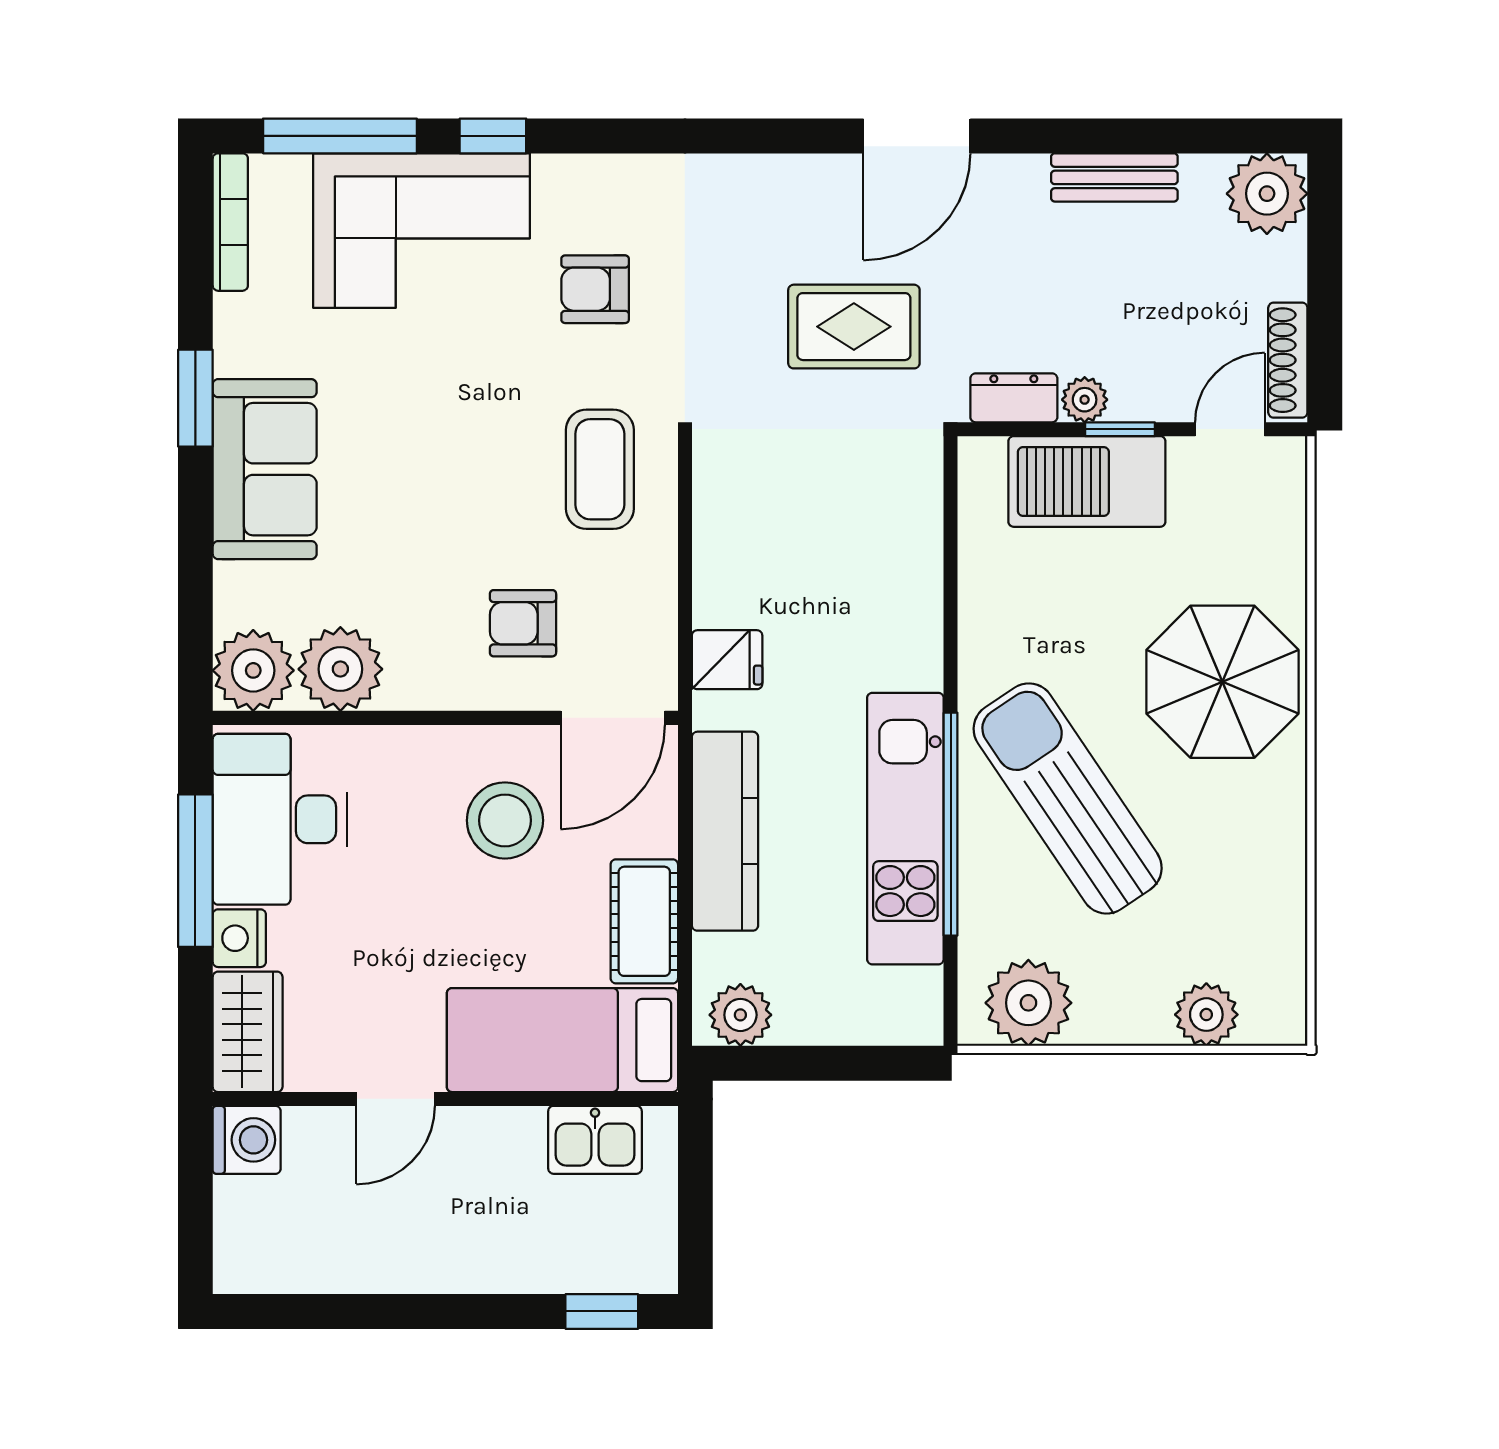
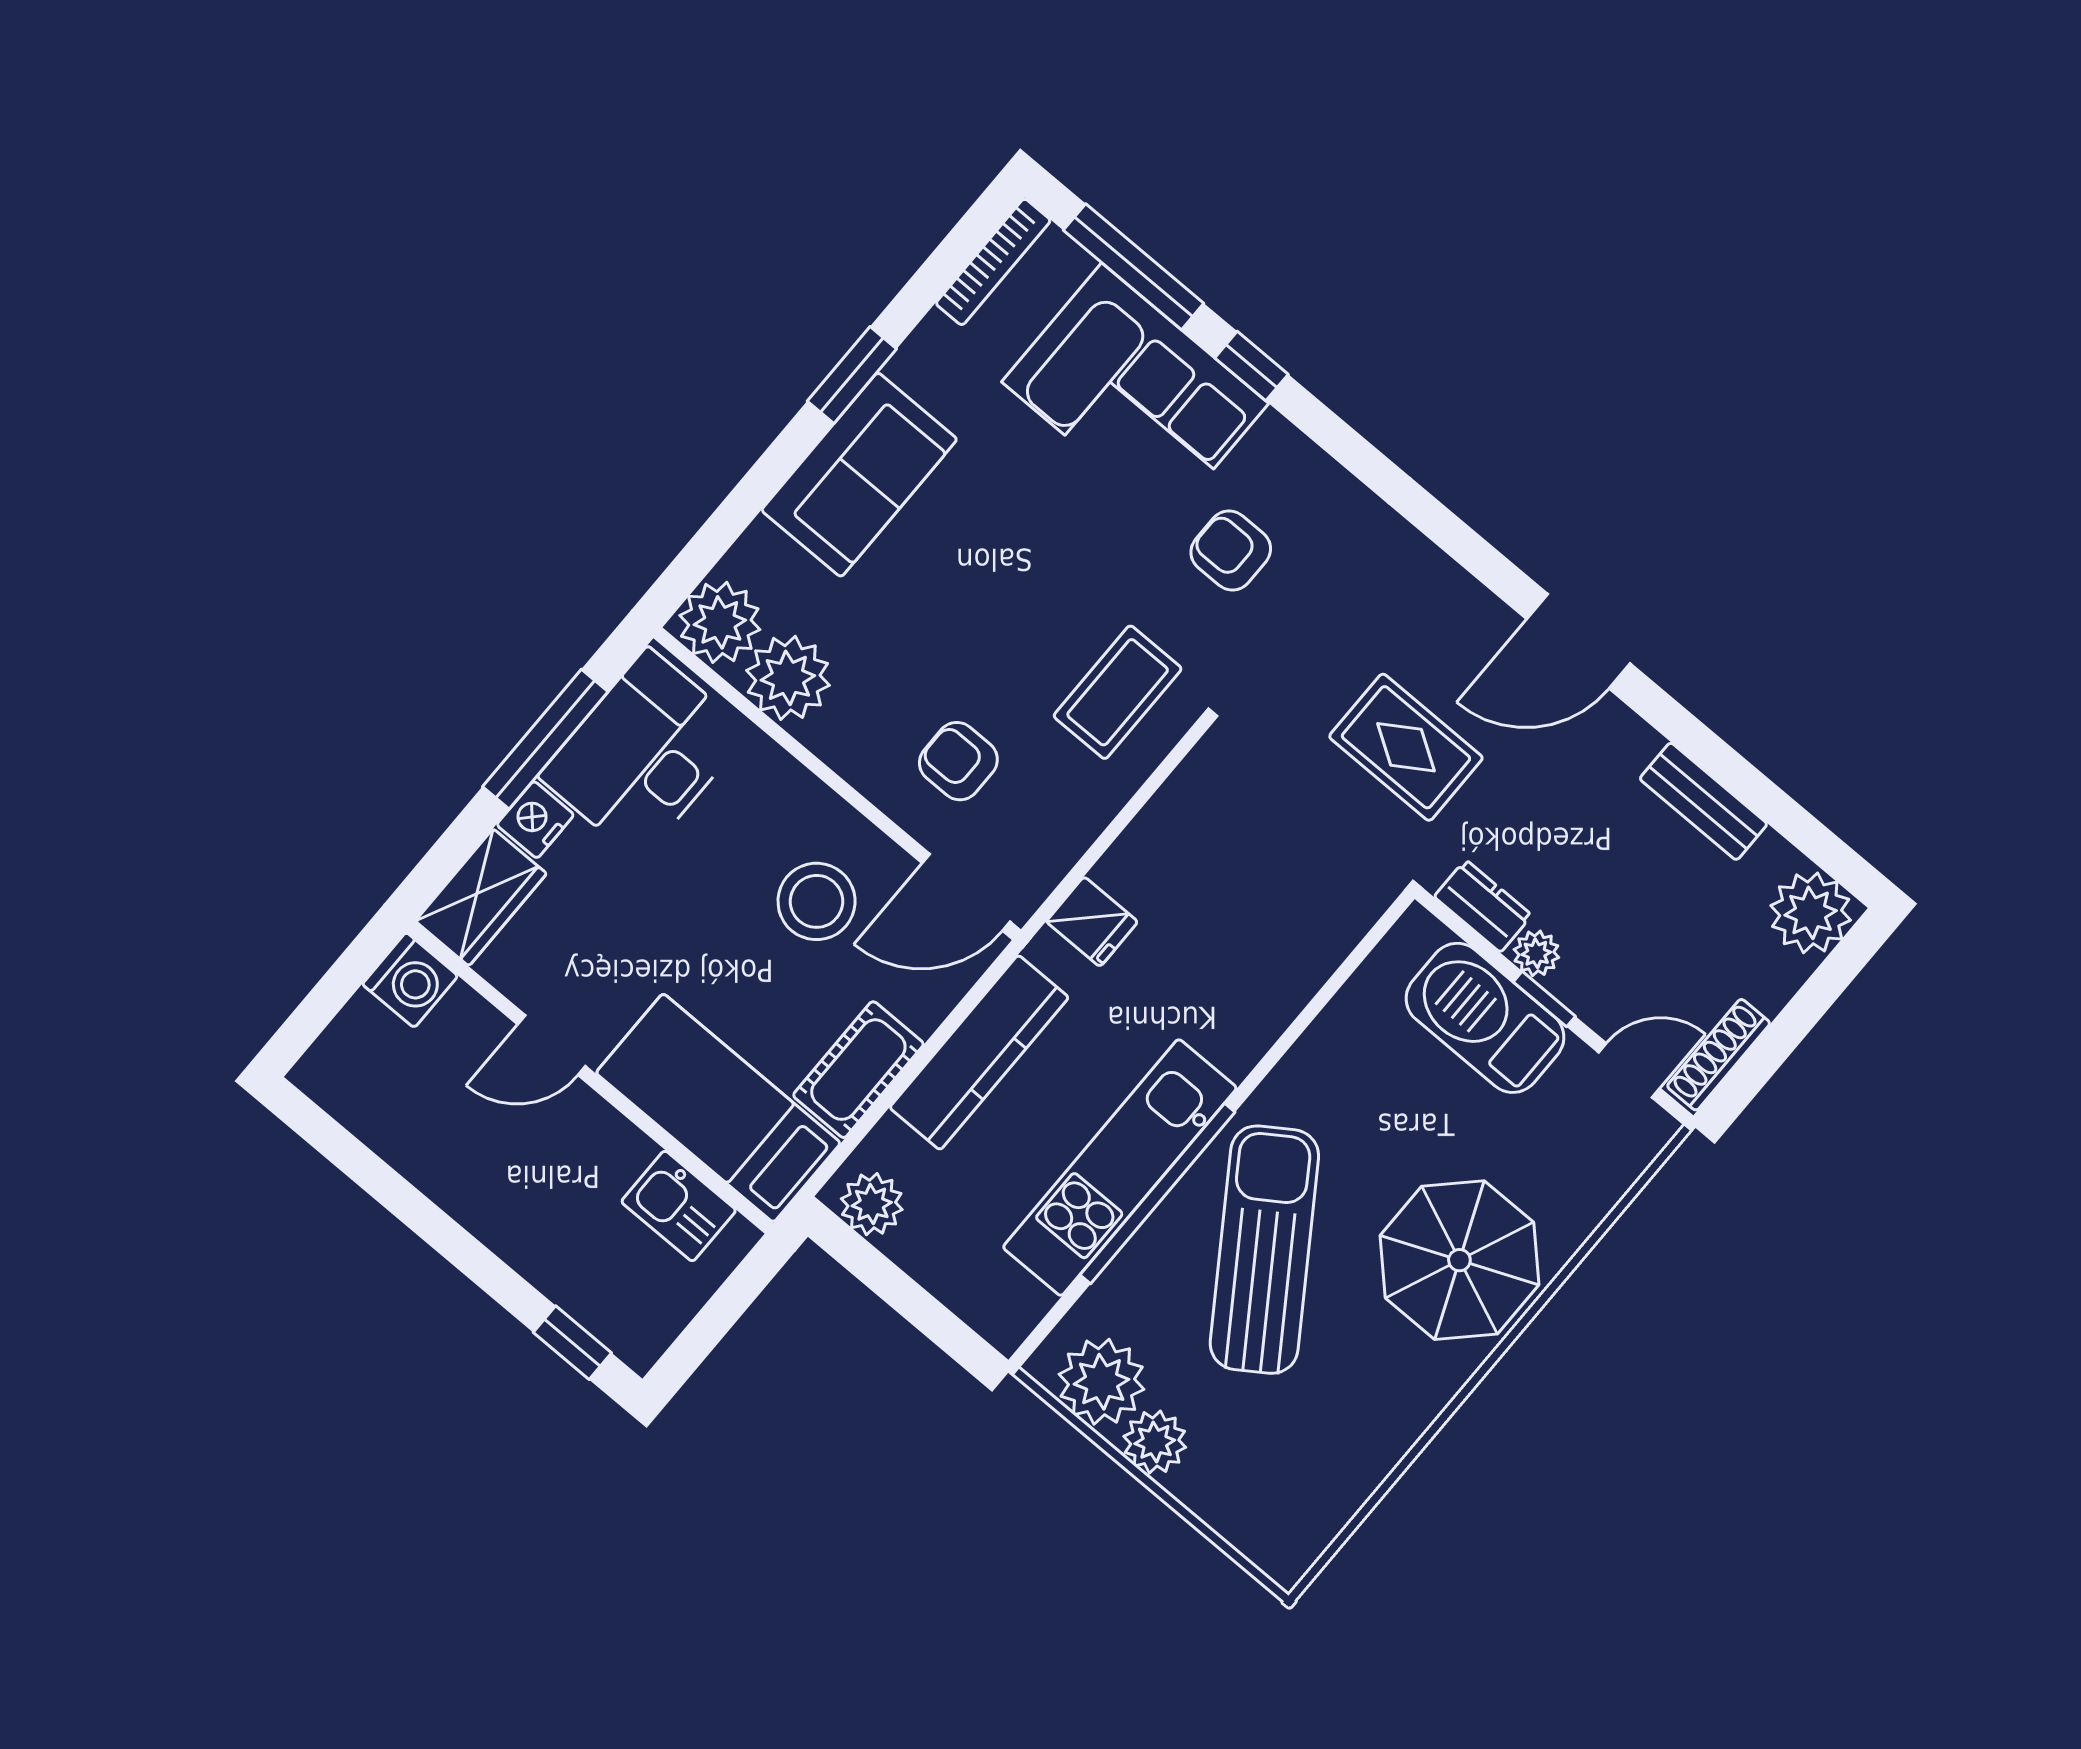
plant: (1206, 1015) -> (1155, 1442), moved

